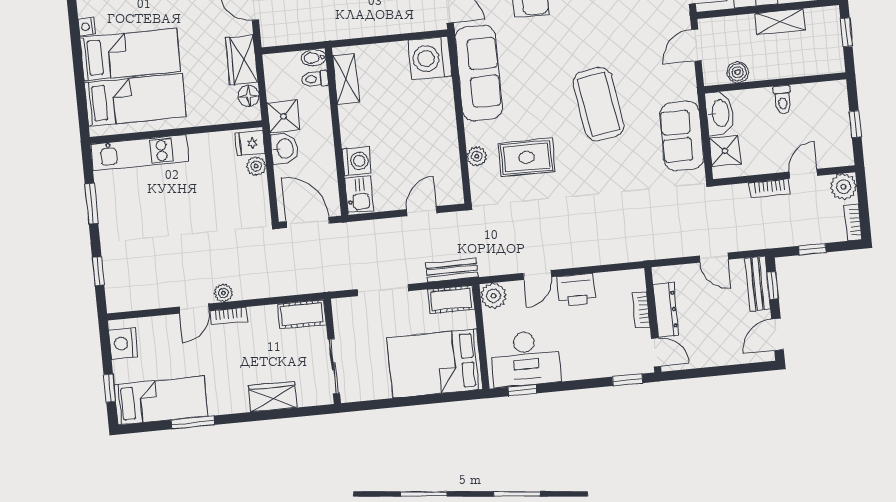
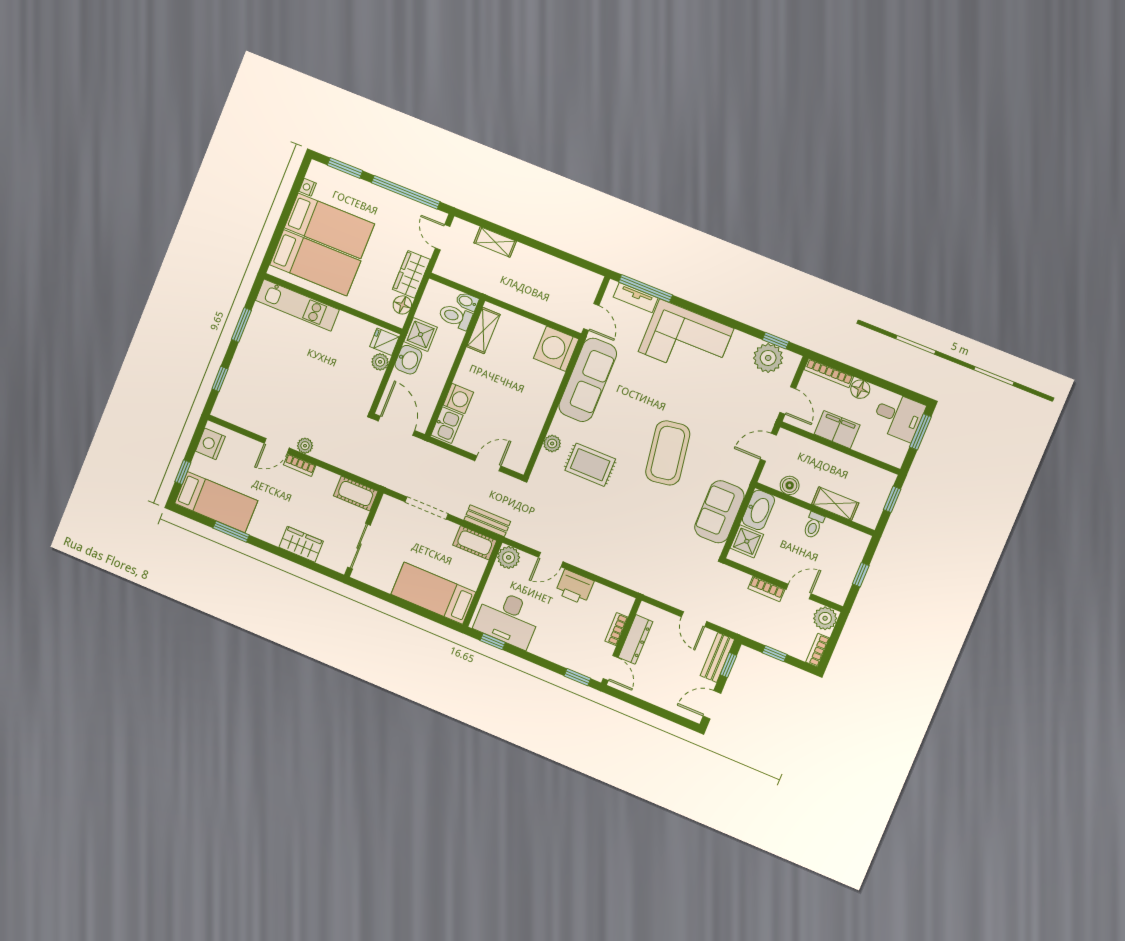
shelving: (780, 22) -> (835, 504), moved
toilet: (315, 79) -> (455, 317), width x1.37, depth x1.39
bed: (435, 363) -> (433, 593), width x0.67

